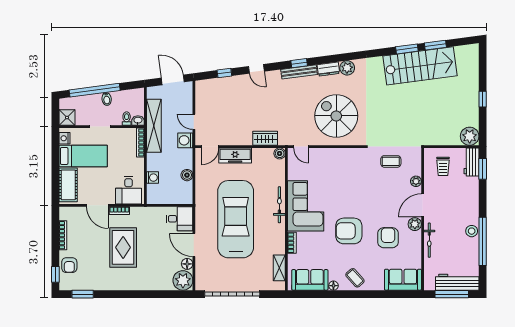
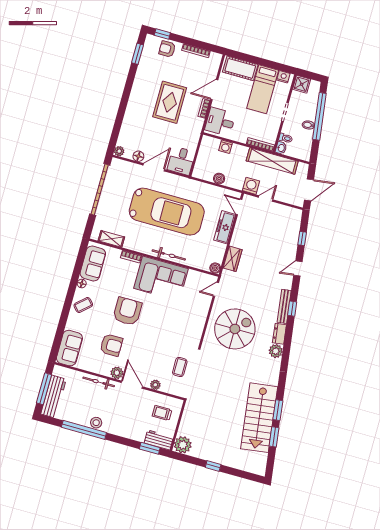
rug: (123, 247) -> (170, 102), turned 90
plant: (183, 280) -> (119, 151), width x0.53, depth x0.53

